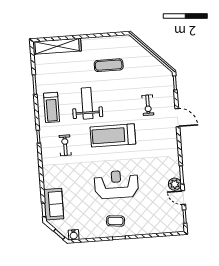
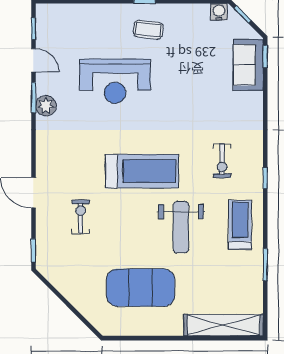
exercise mat: (109, 65) -> (141, 288), width x2.00, depth x1.45
reception desk: (116, 184) -> (115, 81), moved
plant: (175, 184) -> (46, 106), moved

